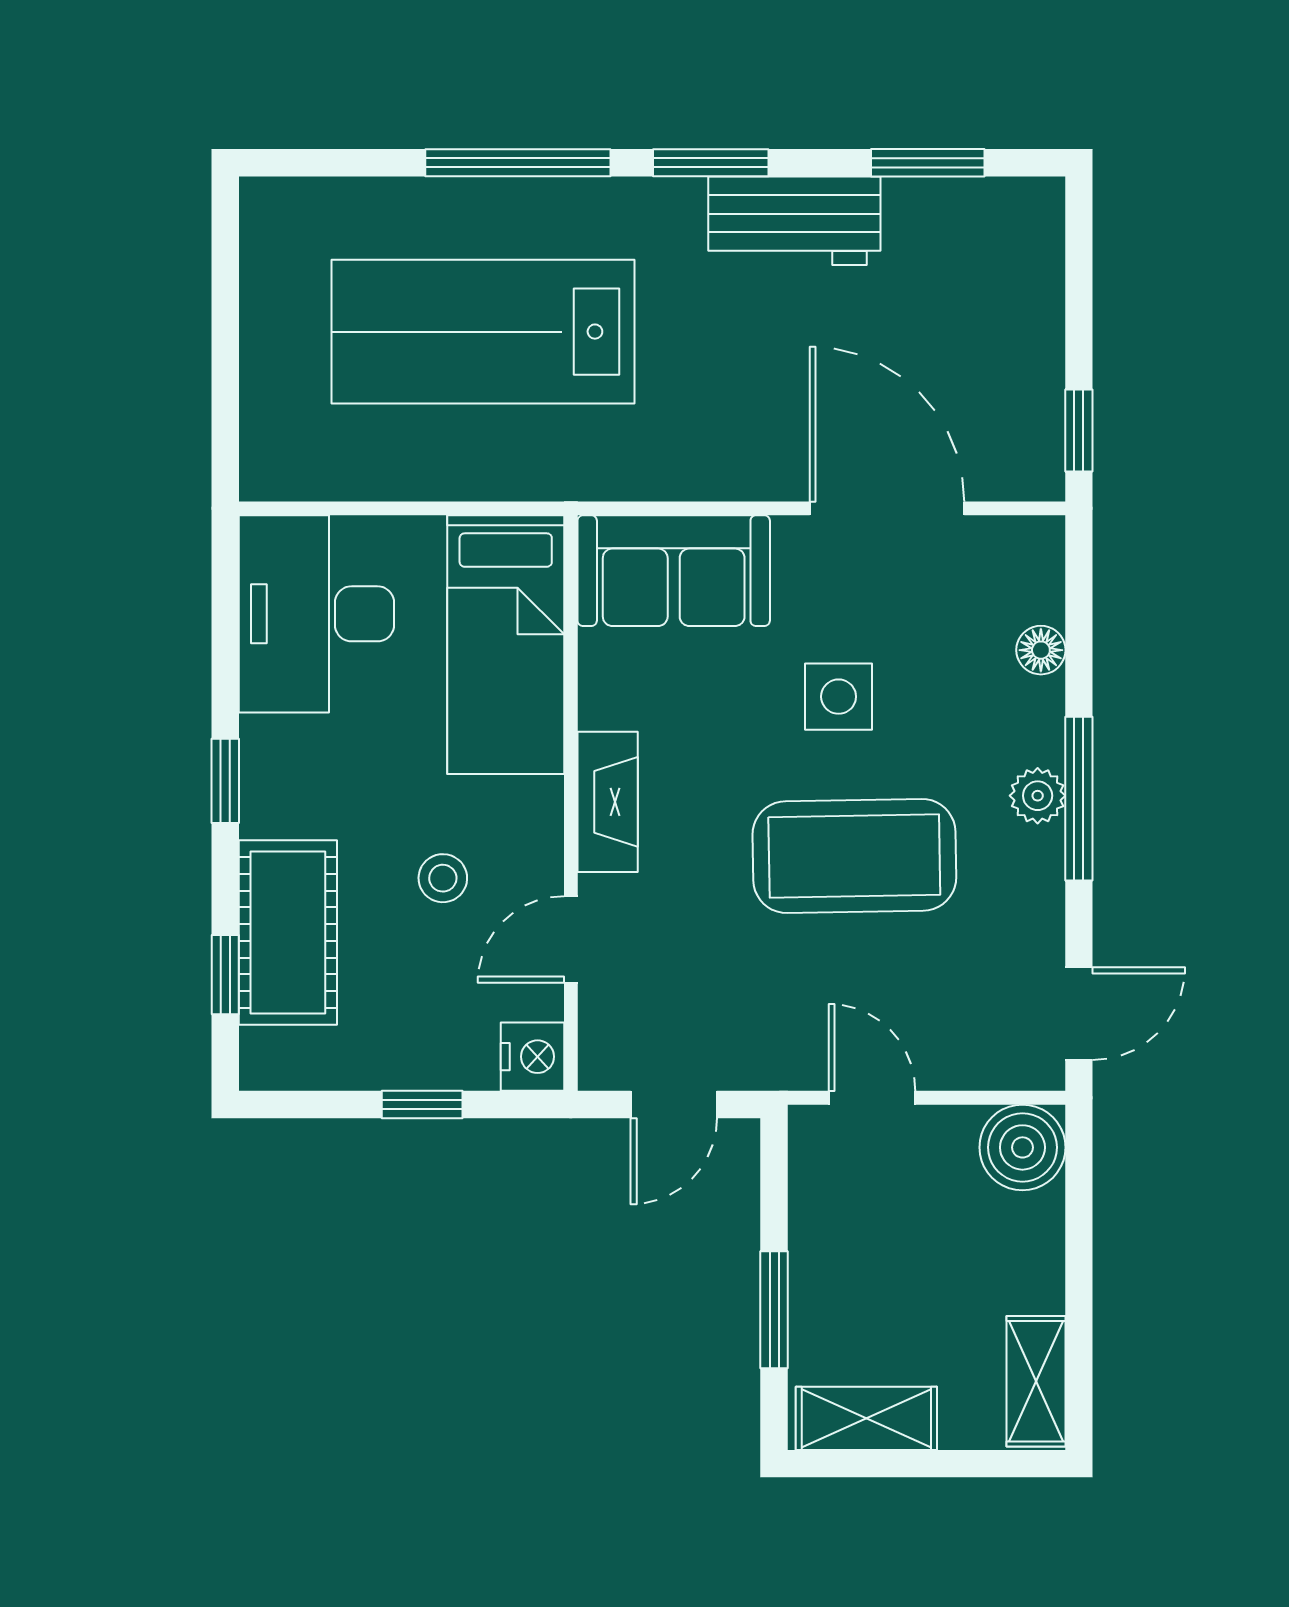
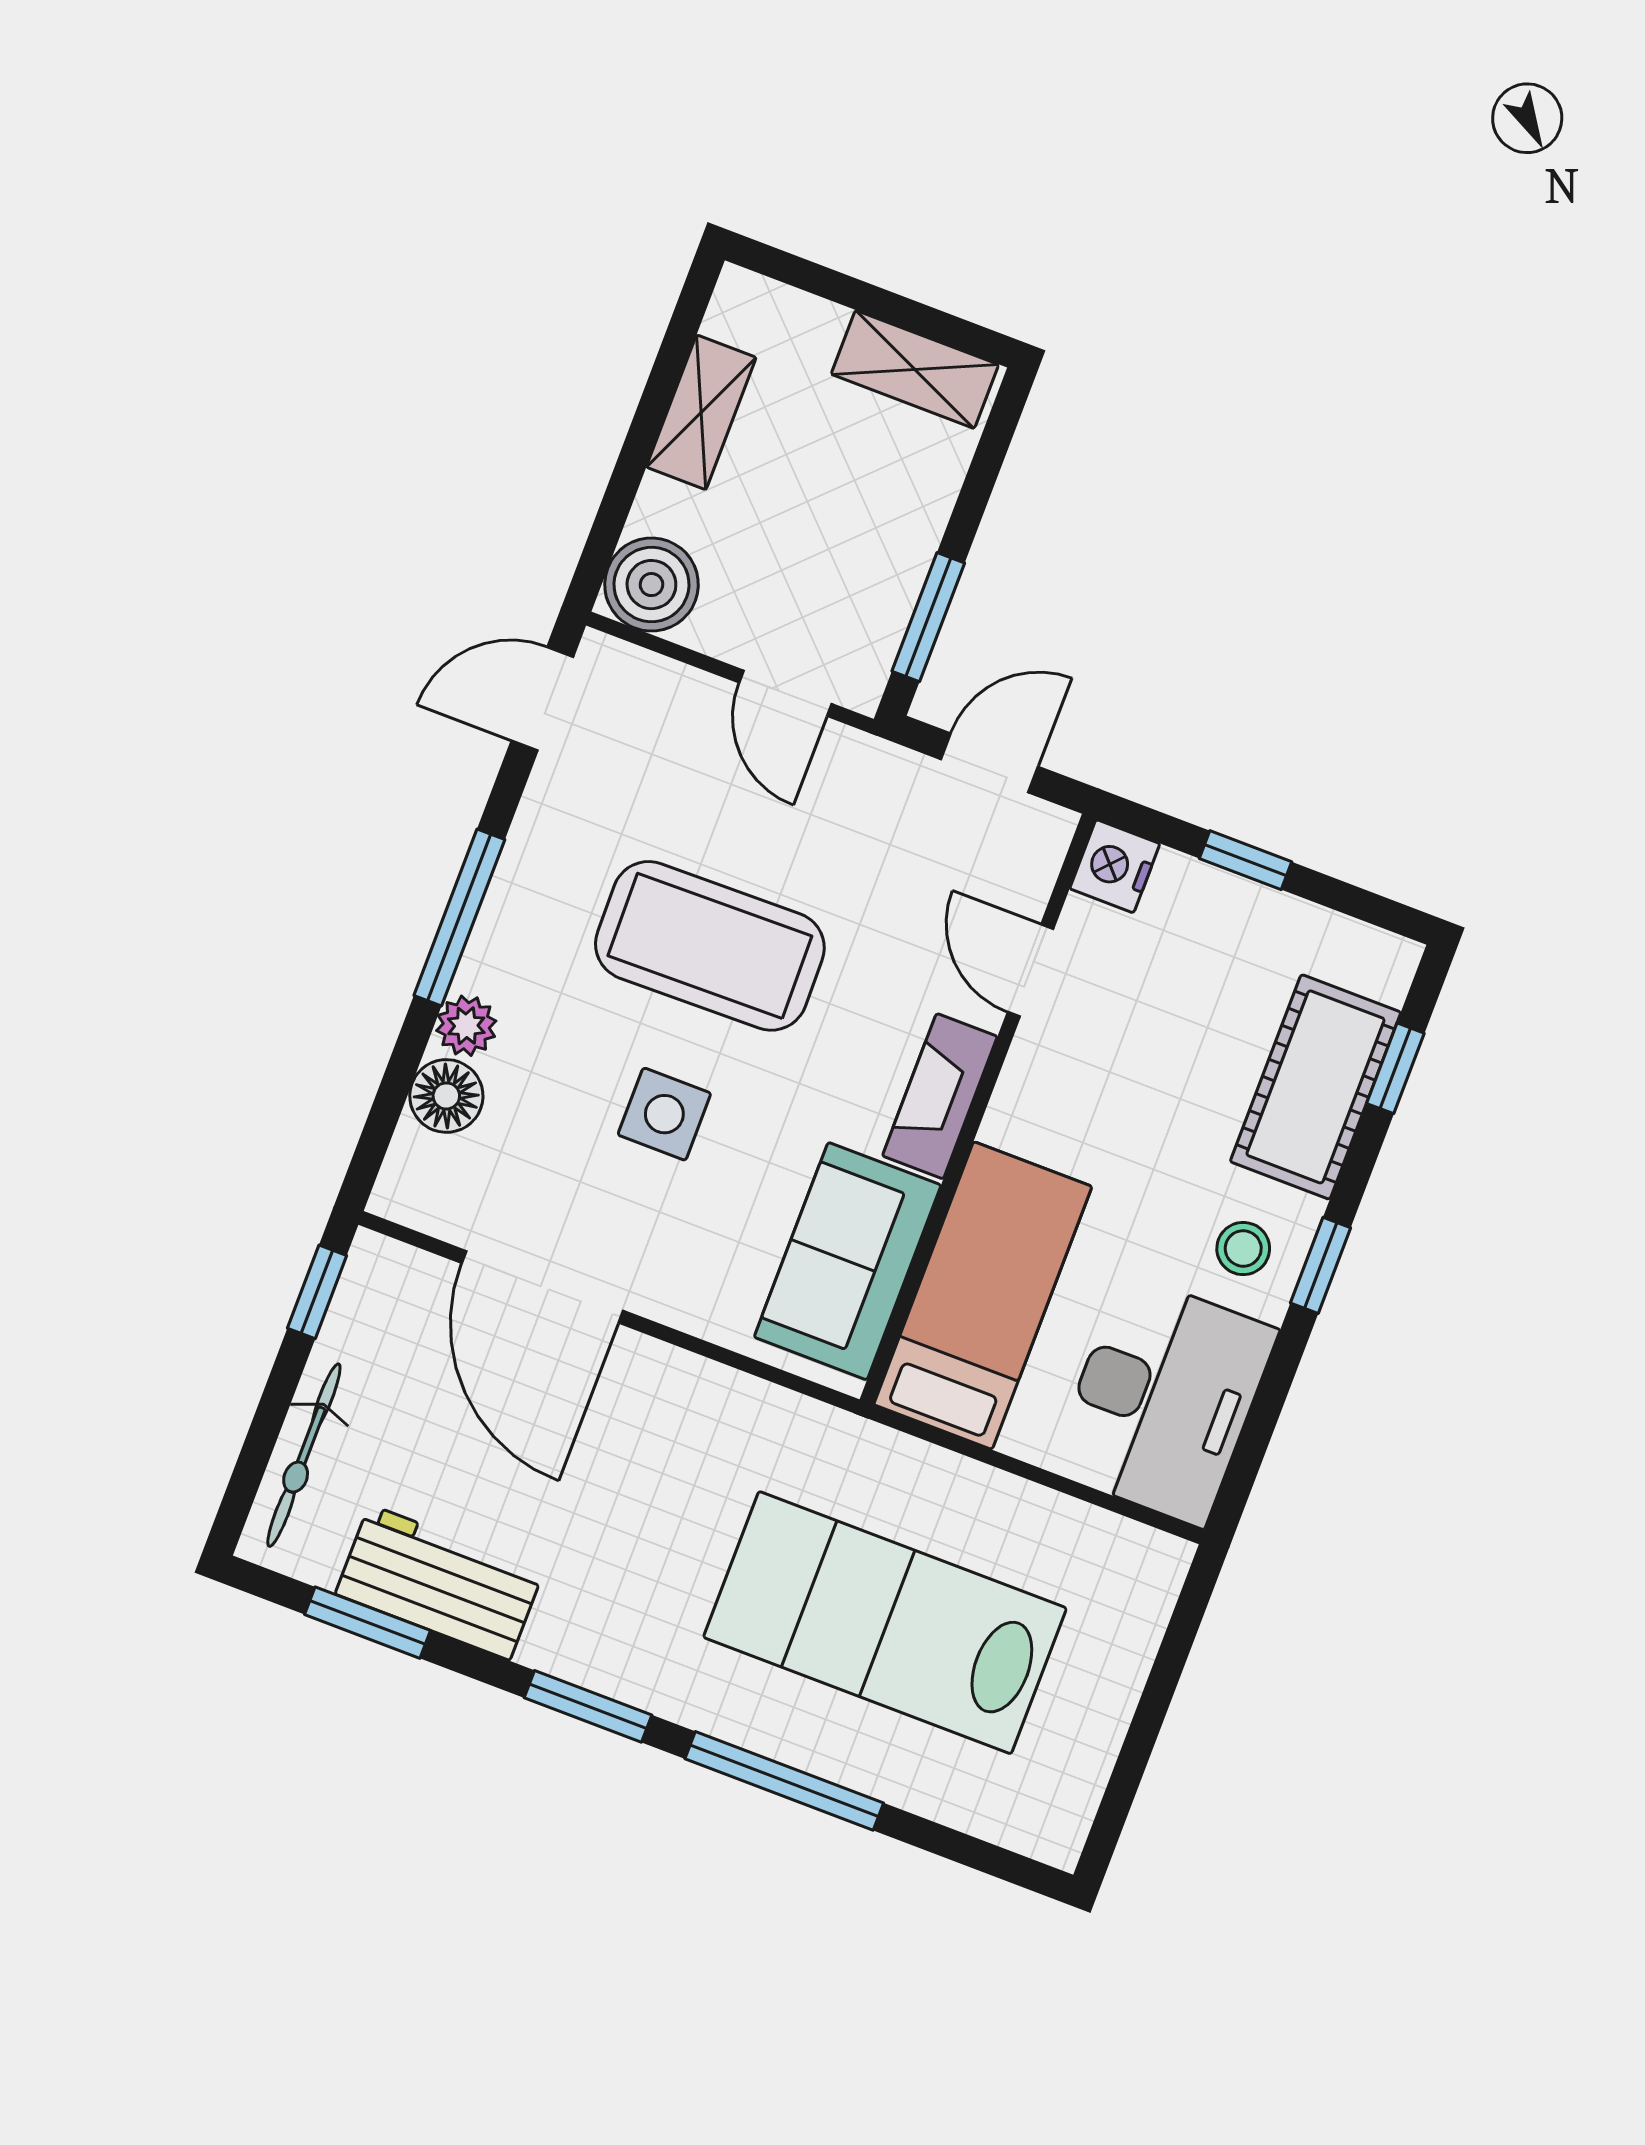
workbench: (794, 221) -> (440, 1582), moved
bicycle: (1037, 286) -> (304, 1455), added
lab bench: (483, 332) -> (885, 1623), turned 180
sofa: (674, 571) -> (848, 1261), moved, turned -90
floor lamp: (1041, 650) -> (446, 1096), width x1.37, depth x1.37
plant: (1038, 796) -> (466, 1026), moved
stool: (443, 878) -> (1243, 1249), moved
door: (571, 939) -> (1030, 970), swing flipped
window: (774, 1310) -> (928, 617), moved
shelving: (1036, 1381) -> (701, 412), moved

